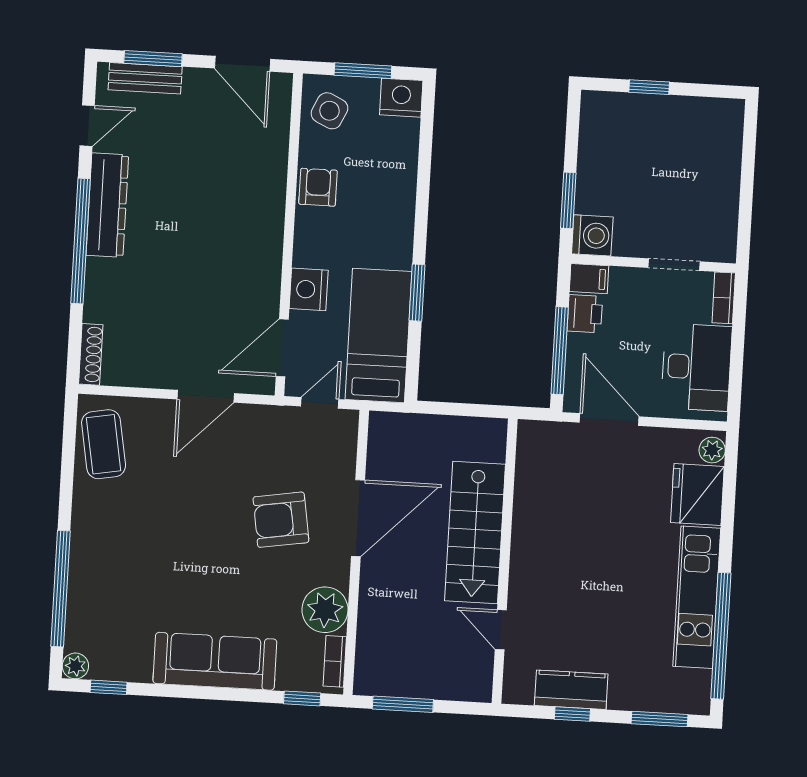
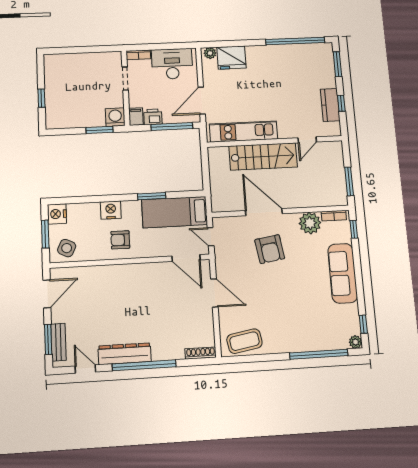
armchair: (318, 187) -> (120, 240), moved
nightstand: (309, 289) -> (111, 210), moved, turned 180
kitchen unit: (697, 597) -> (243, 132), moved, turned 180

